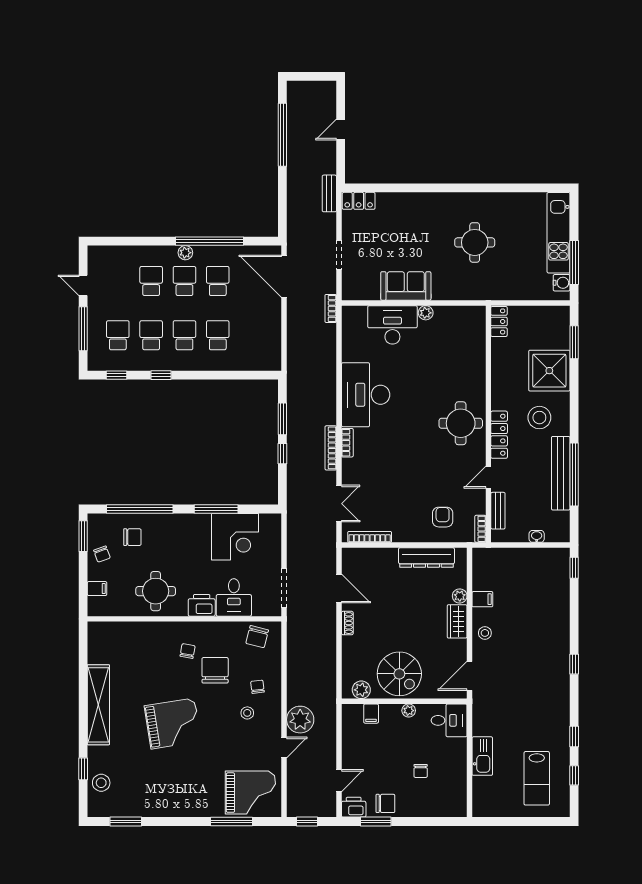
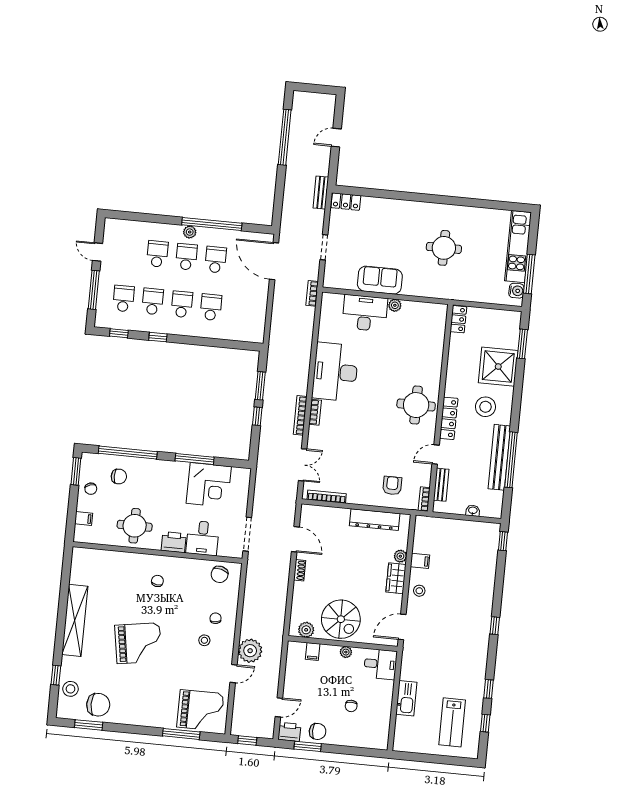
chair: (215, 670) -> (98, 705), moved, turned 90

